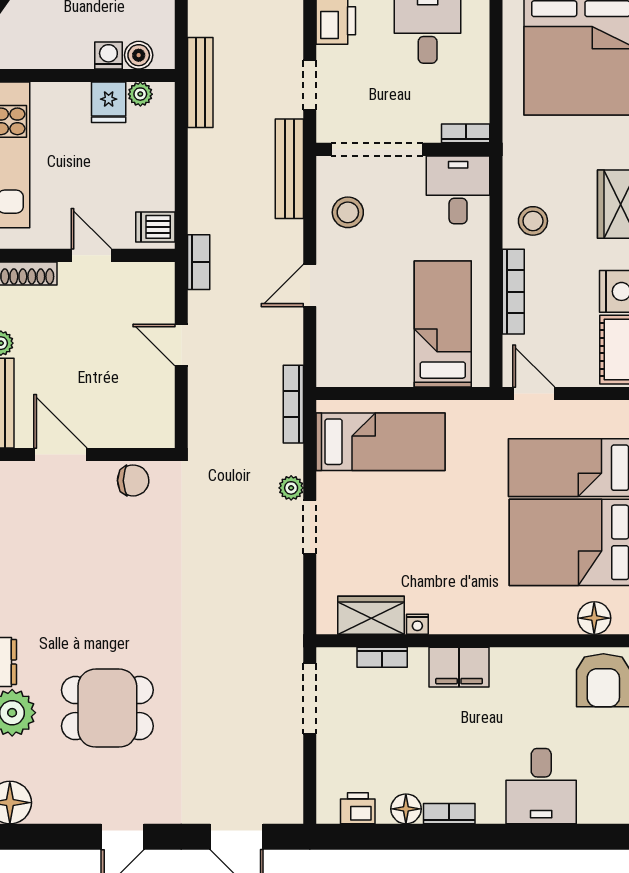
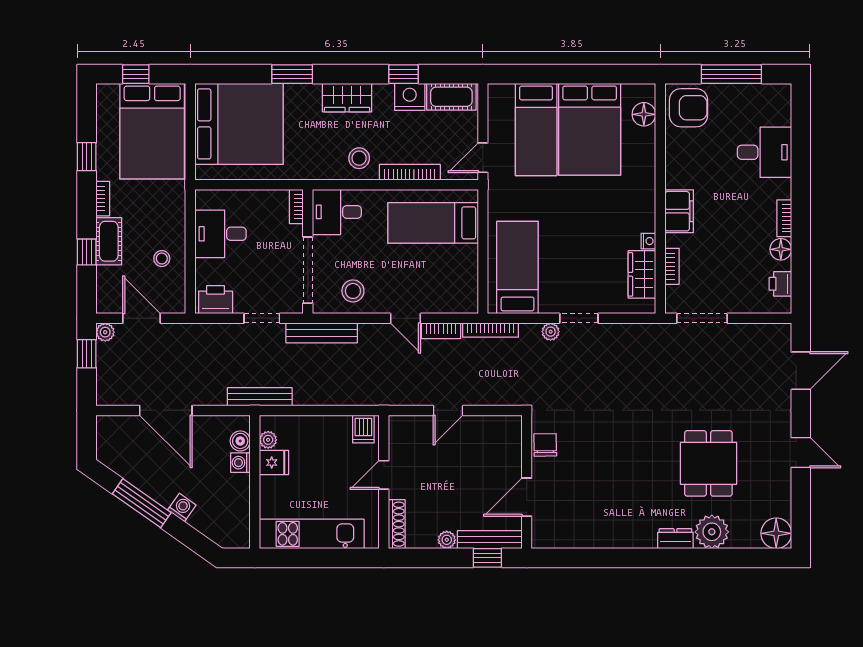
bookcase: (199, 262) -> (441, 331), moved, turned 180

